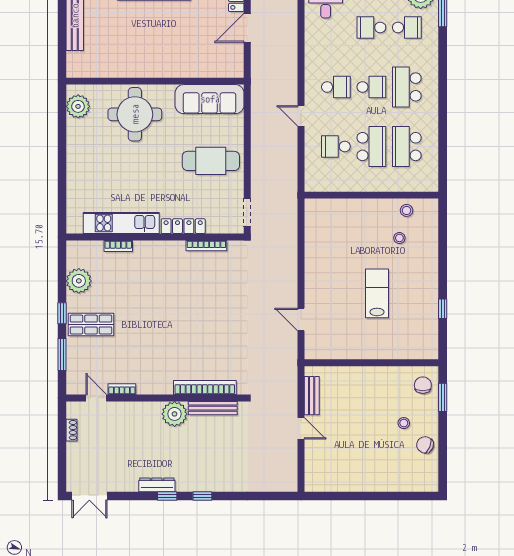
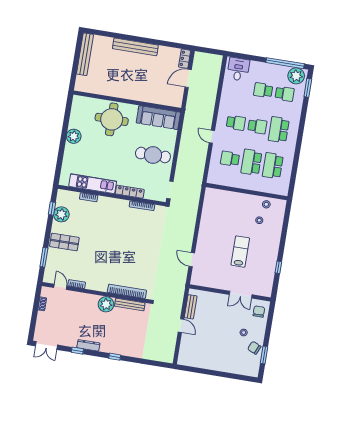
plant: (78, 106) -> (74, 136), moved
school desk: (371, 147) -> (251, 162), turned 180
window: (62, 313) -> (52, 208), moved
double door: (389, 363) -> (241, 295), added
window: (443, 397) -> (264, 355), moved
window: (167, 496) -> (77, 351), moved

